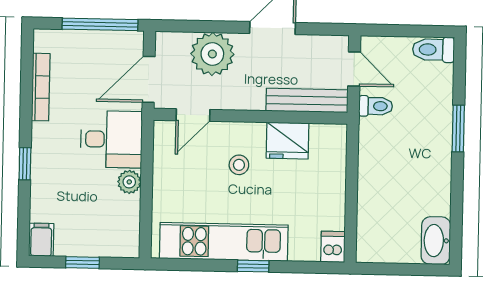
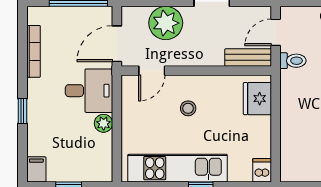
door: (354, 69) -> (276, 32), swing flipped
bench: (307, 100) -> (248, 57), width x0.73
fridge: (288, 141) -> (257, 99), moved, turned 90

